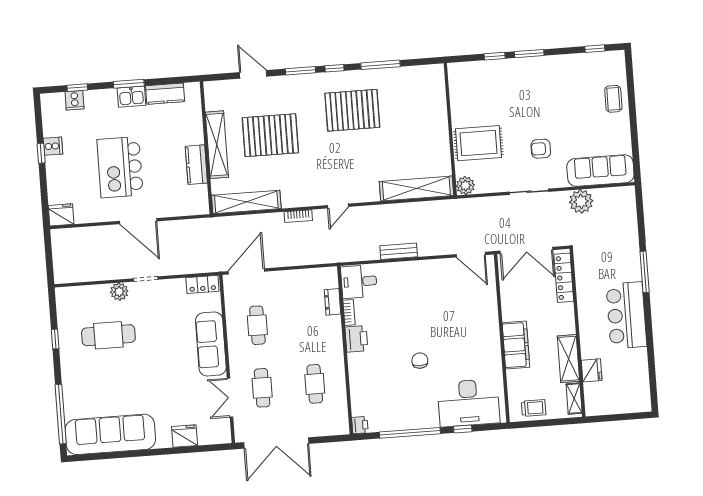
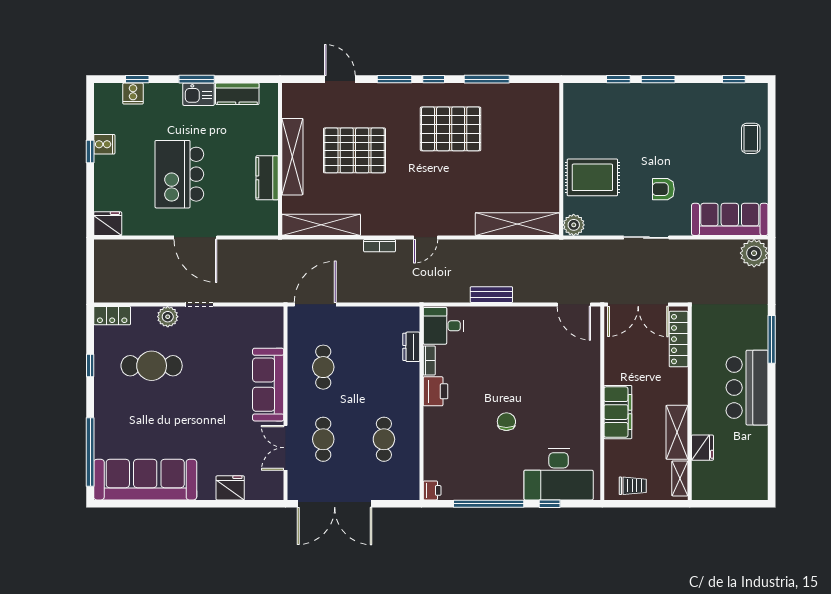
plant: (581, 201) -> (754, 253), moved
locker: (202, 284) -> (112, 316), moved

